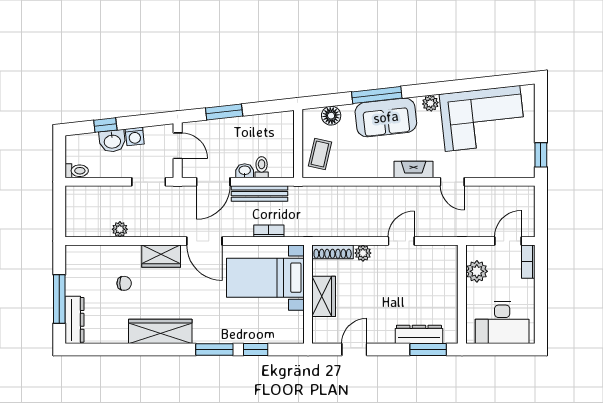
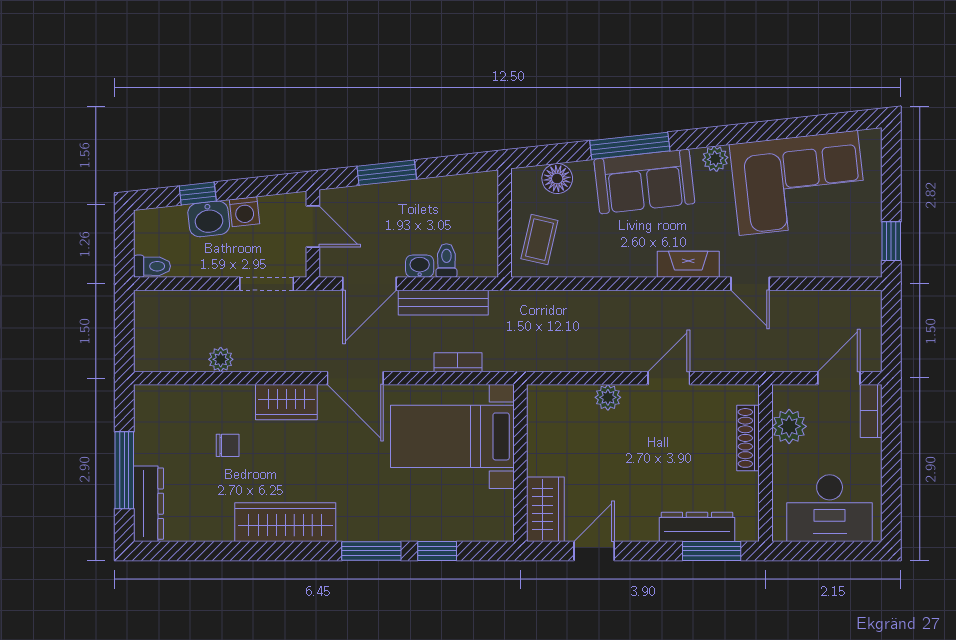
shoe rack: (333, 252) -> (748, 438), moved, turned 90
wardrobe: (324, 296) -> (545, 509), moved

